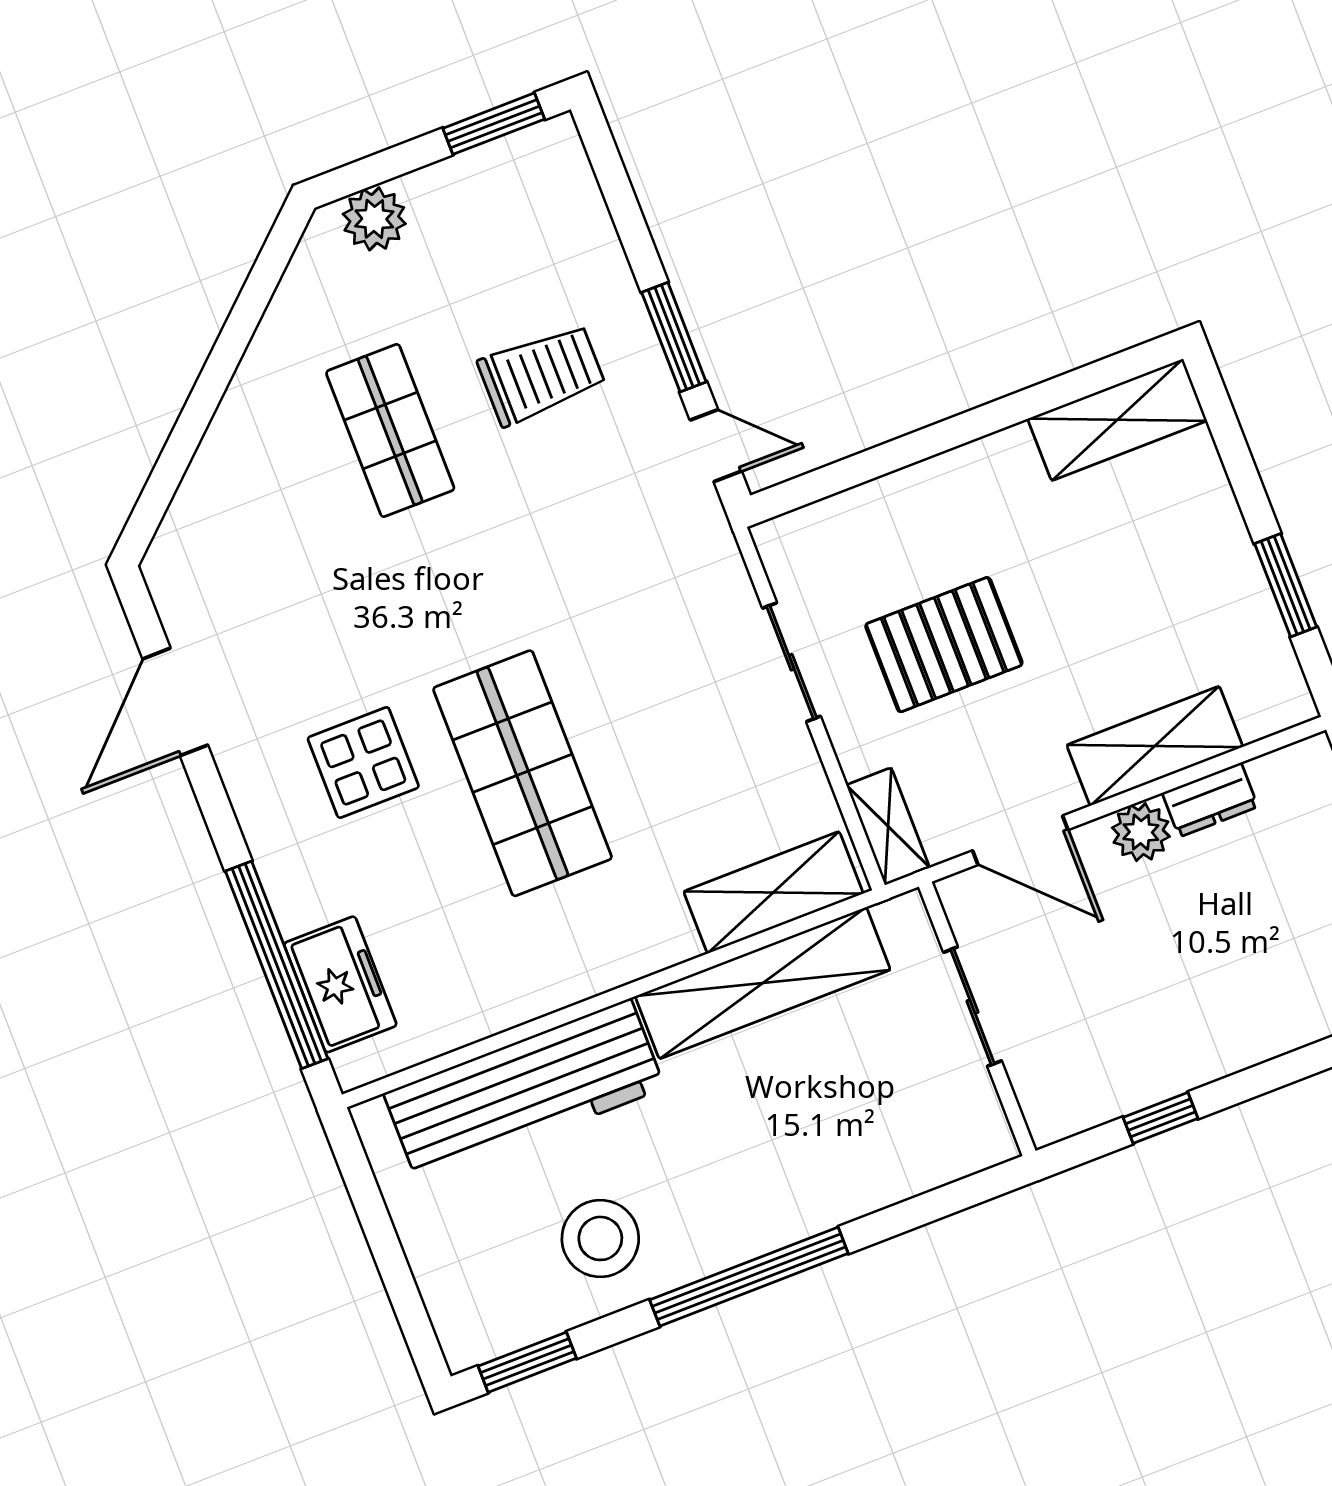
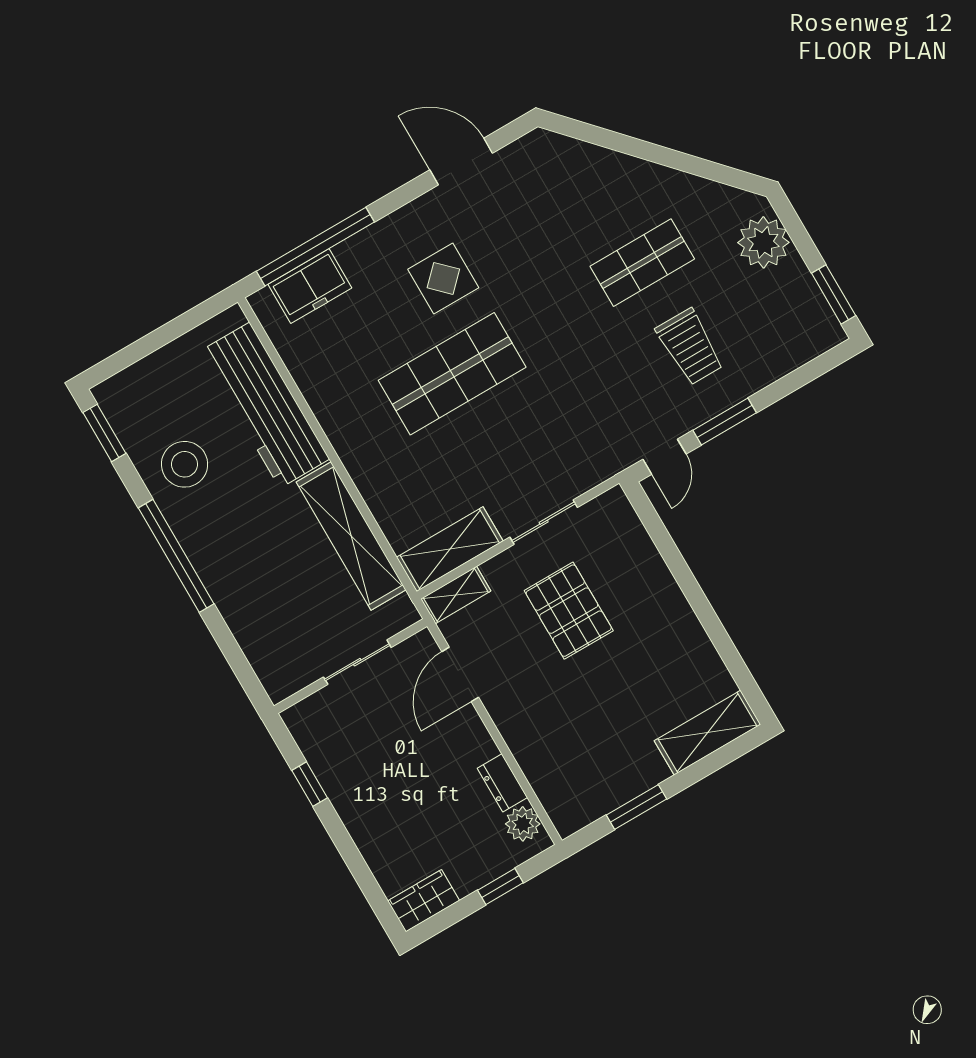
plant: (374, 219) -> (763, 242), width x1.36, depth x1.36
shelving: (1117, 420) -> (707, 733), moved, turned 90
shelving: (1155, 746) -> (529, 745), removed
plant: (1141, 832) -> (523, 824), moved
shelving: (773, 892) -> (450, 549), moved, turned 90

